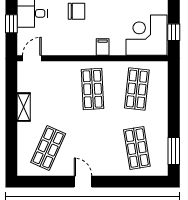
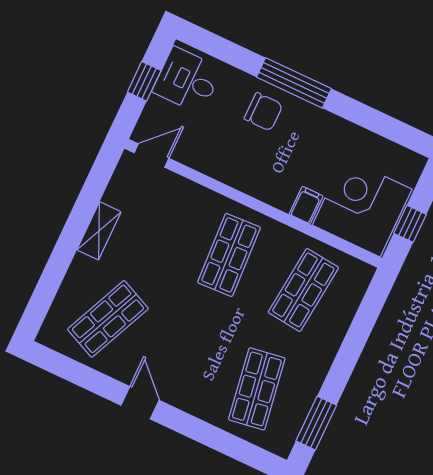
filing cabinet: (103, 47) -> (306, 205), moved

